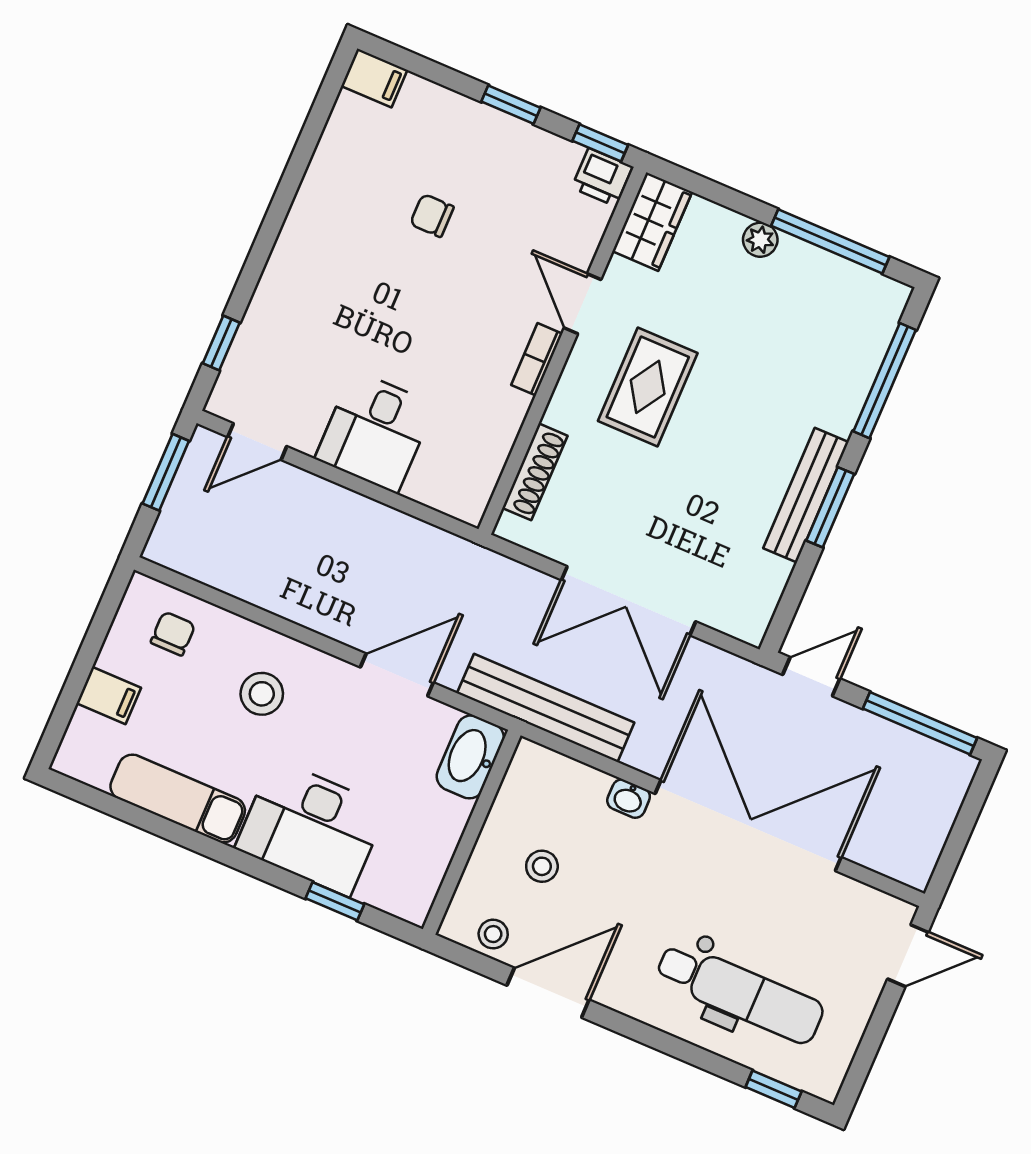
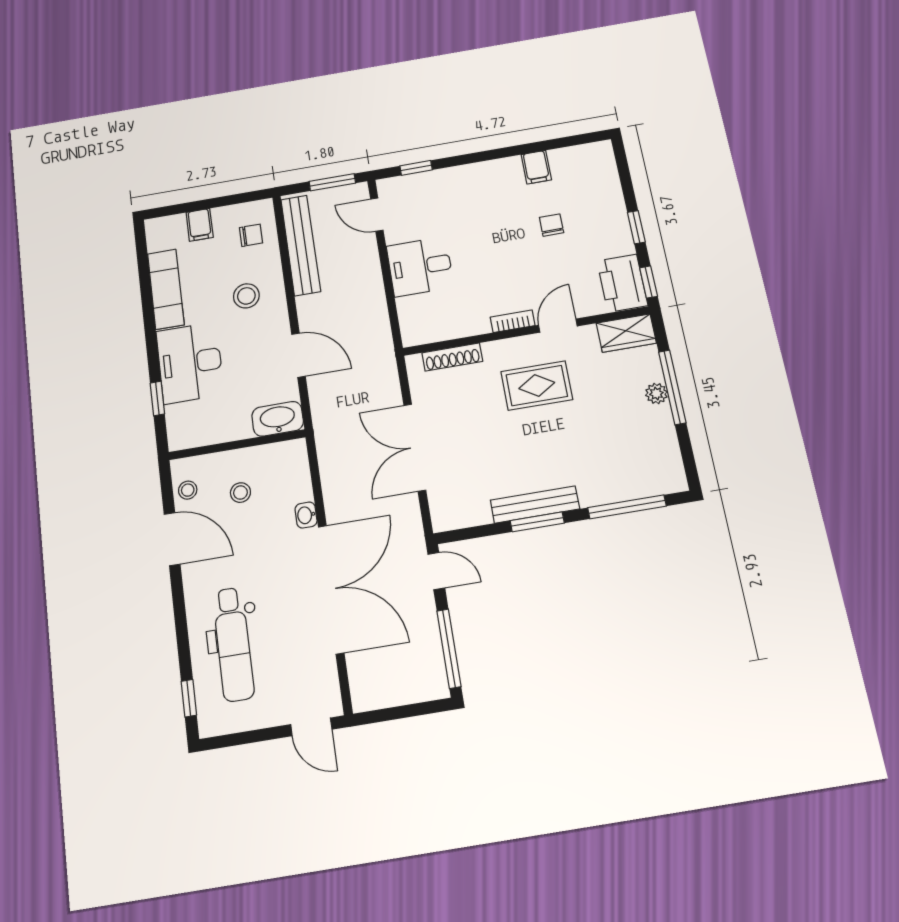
filing cabinet: (374, 78) -> (536, 167), moved
printer: (602, 177) -> (622, 283), width x1.87, depth x1.48
window: (830, 241) -> (672, 387), moved
bench: (546, 708) -> (301, 245), moved

